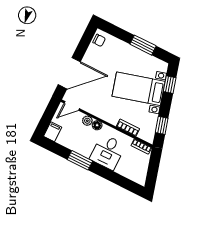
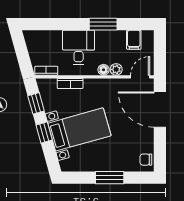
window: (143, 45) -> (110, 178), moved
door: (69, 73) -> (160, 110), hinge flipped
window: (170, 85) -> (44, 132), moved
filing cabinet: (53, 132) -> (134, 40), moved

